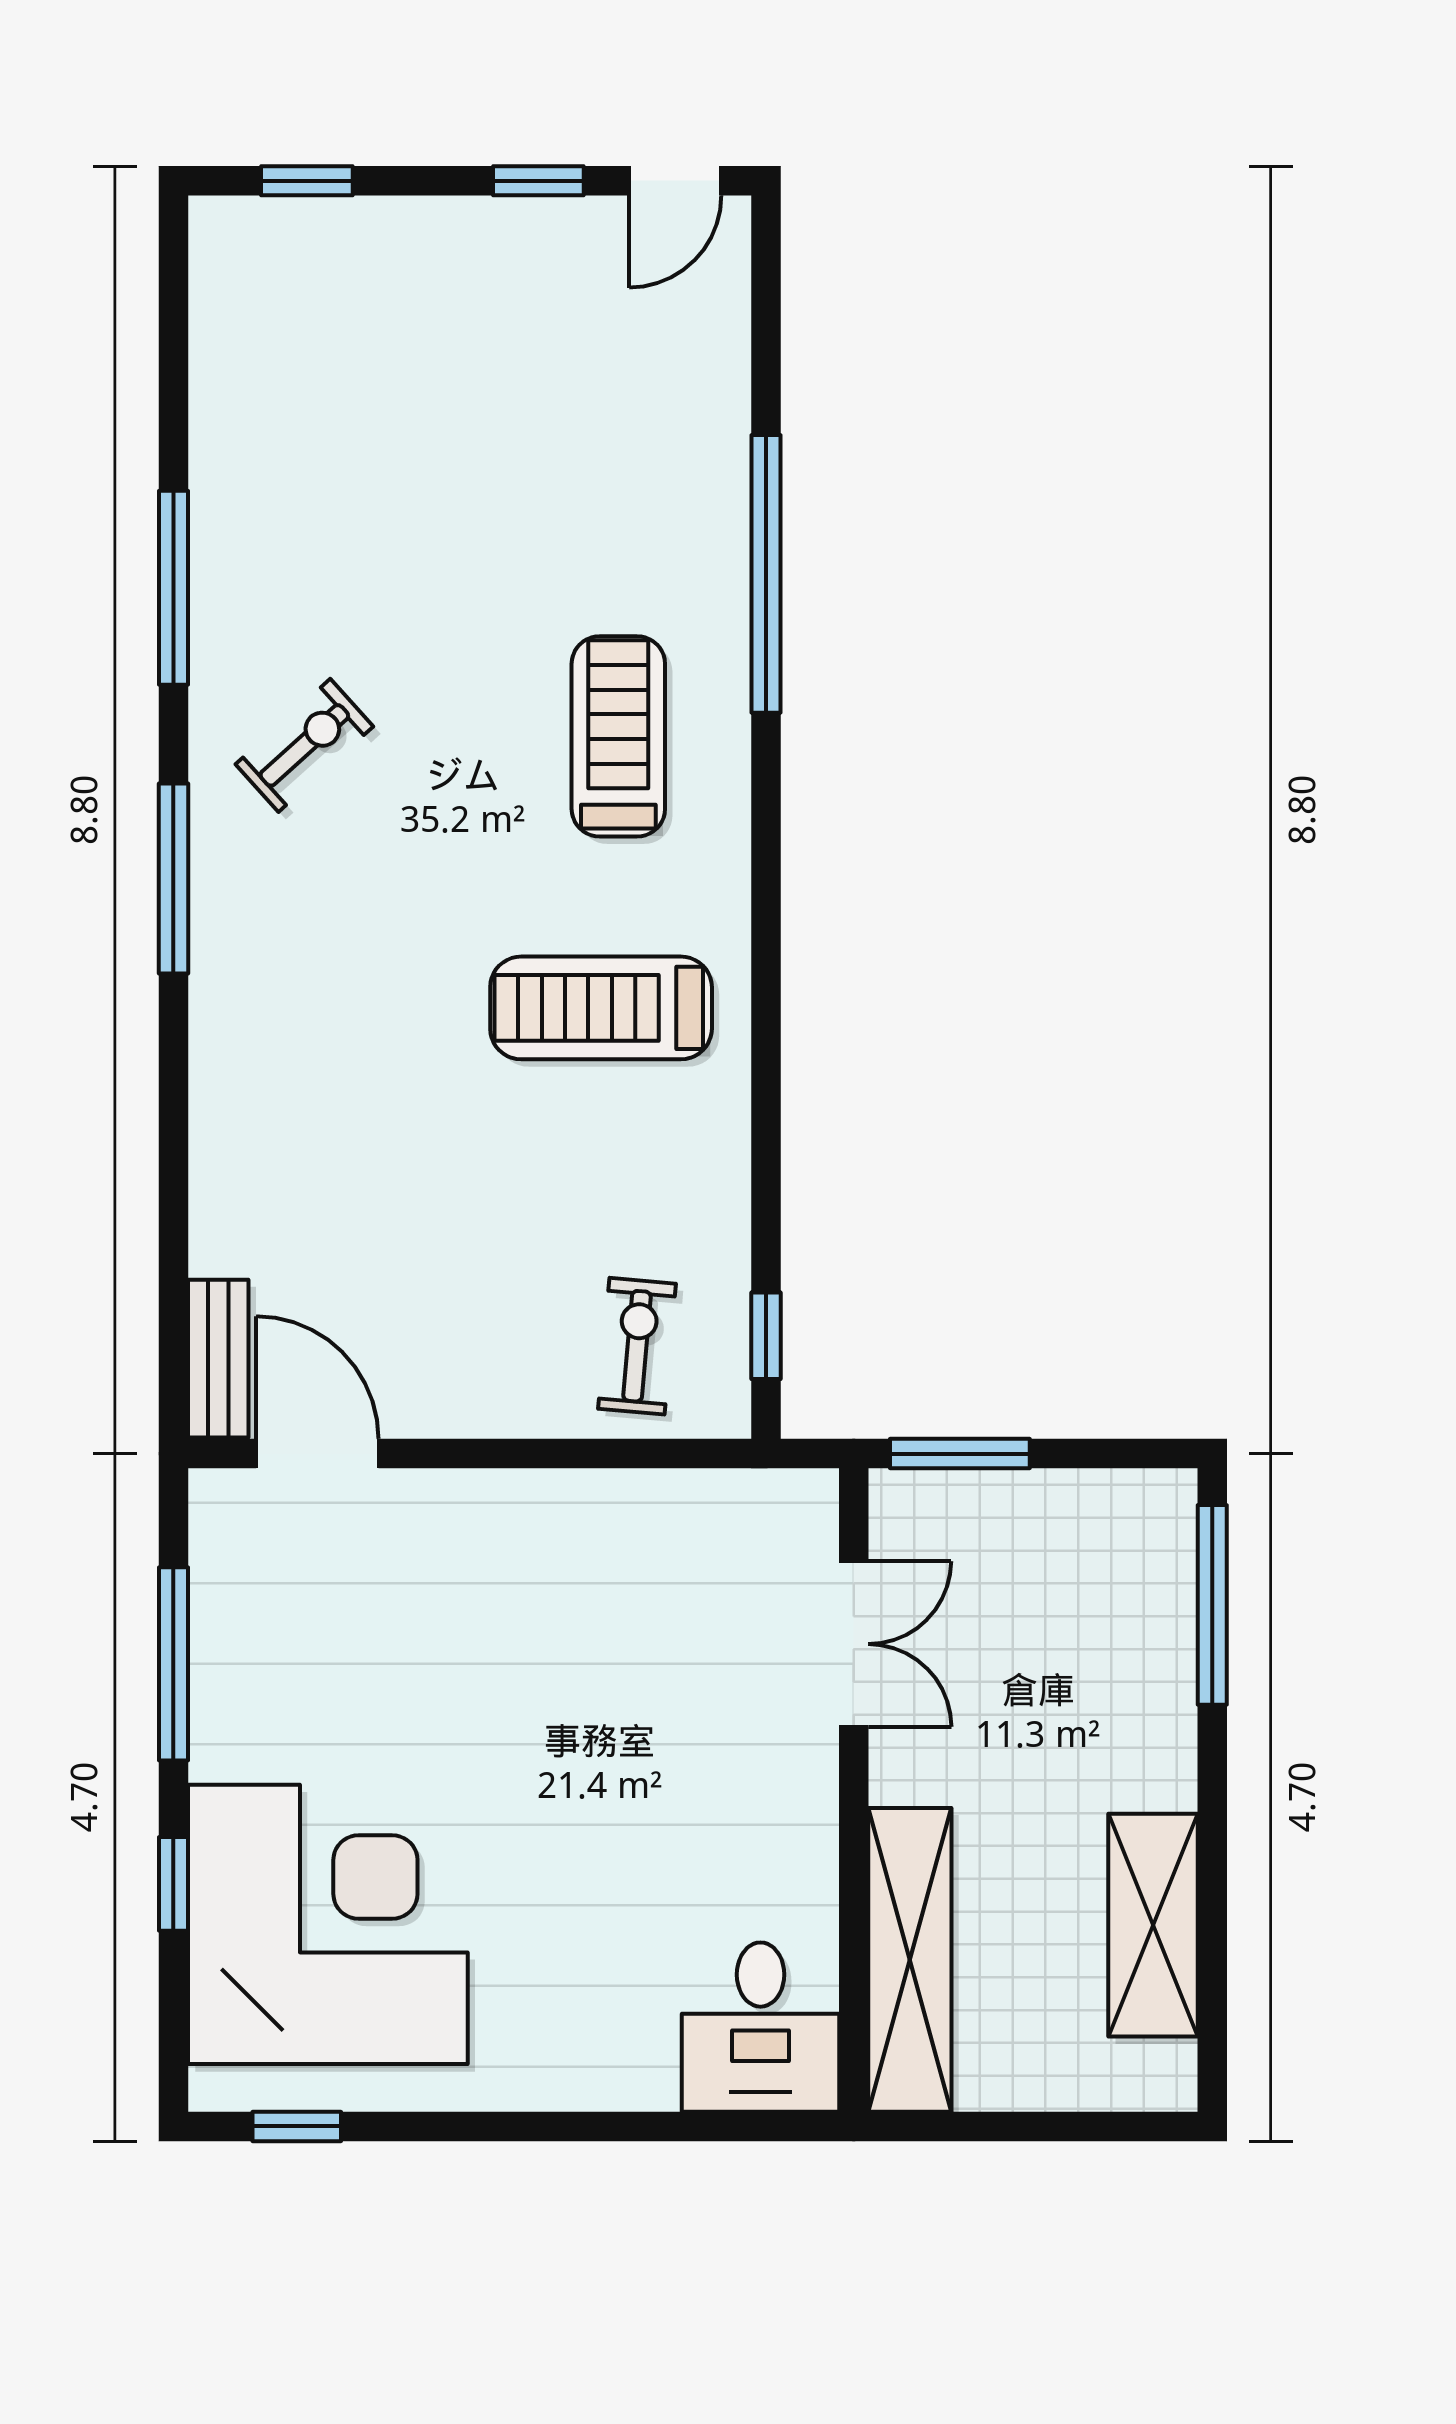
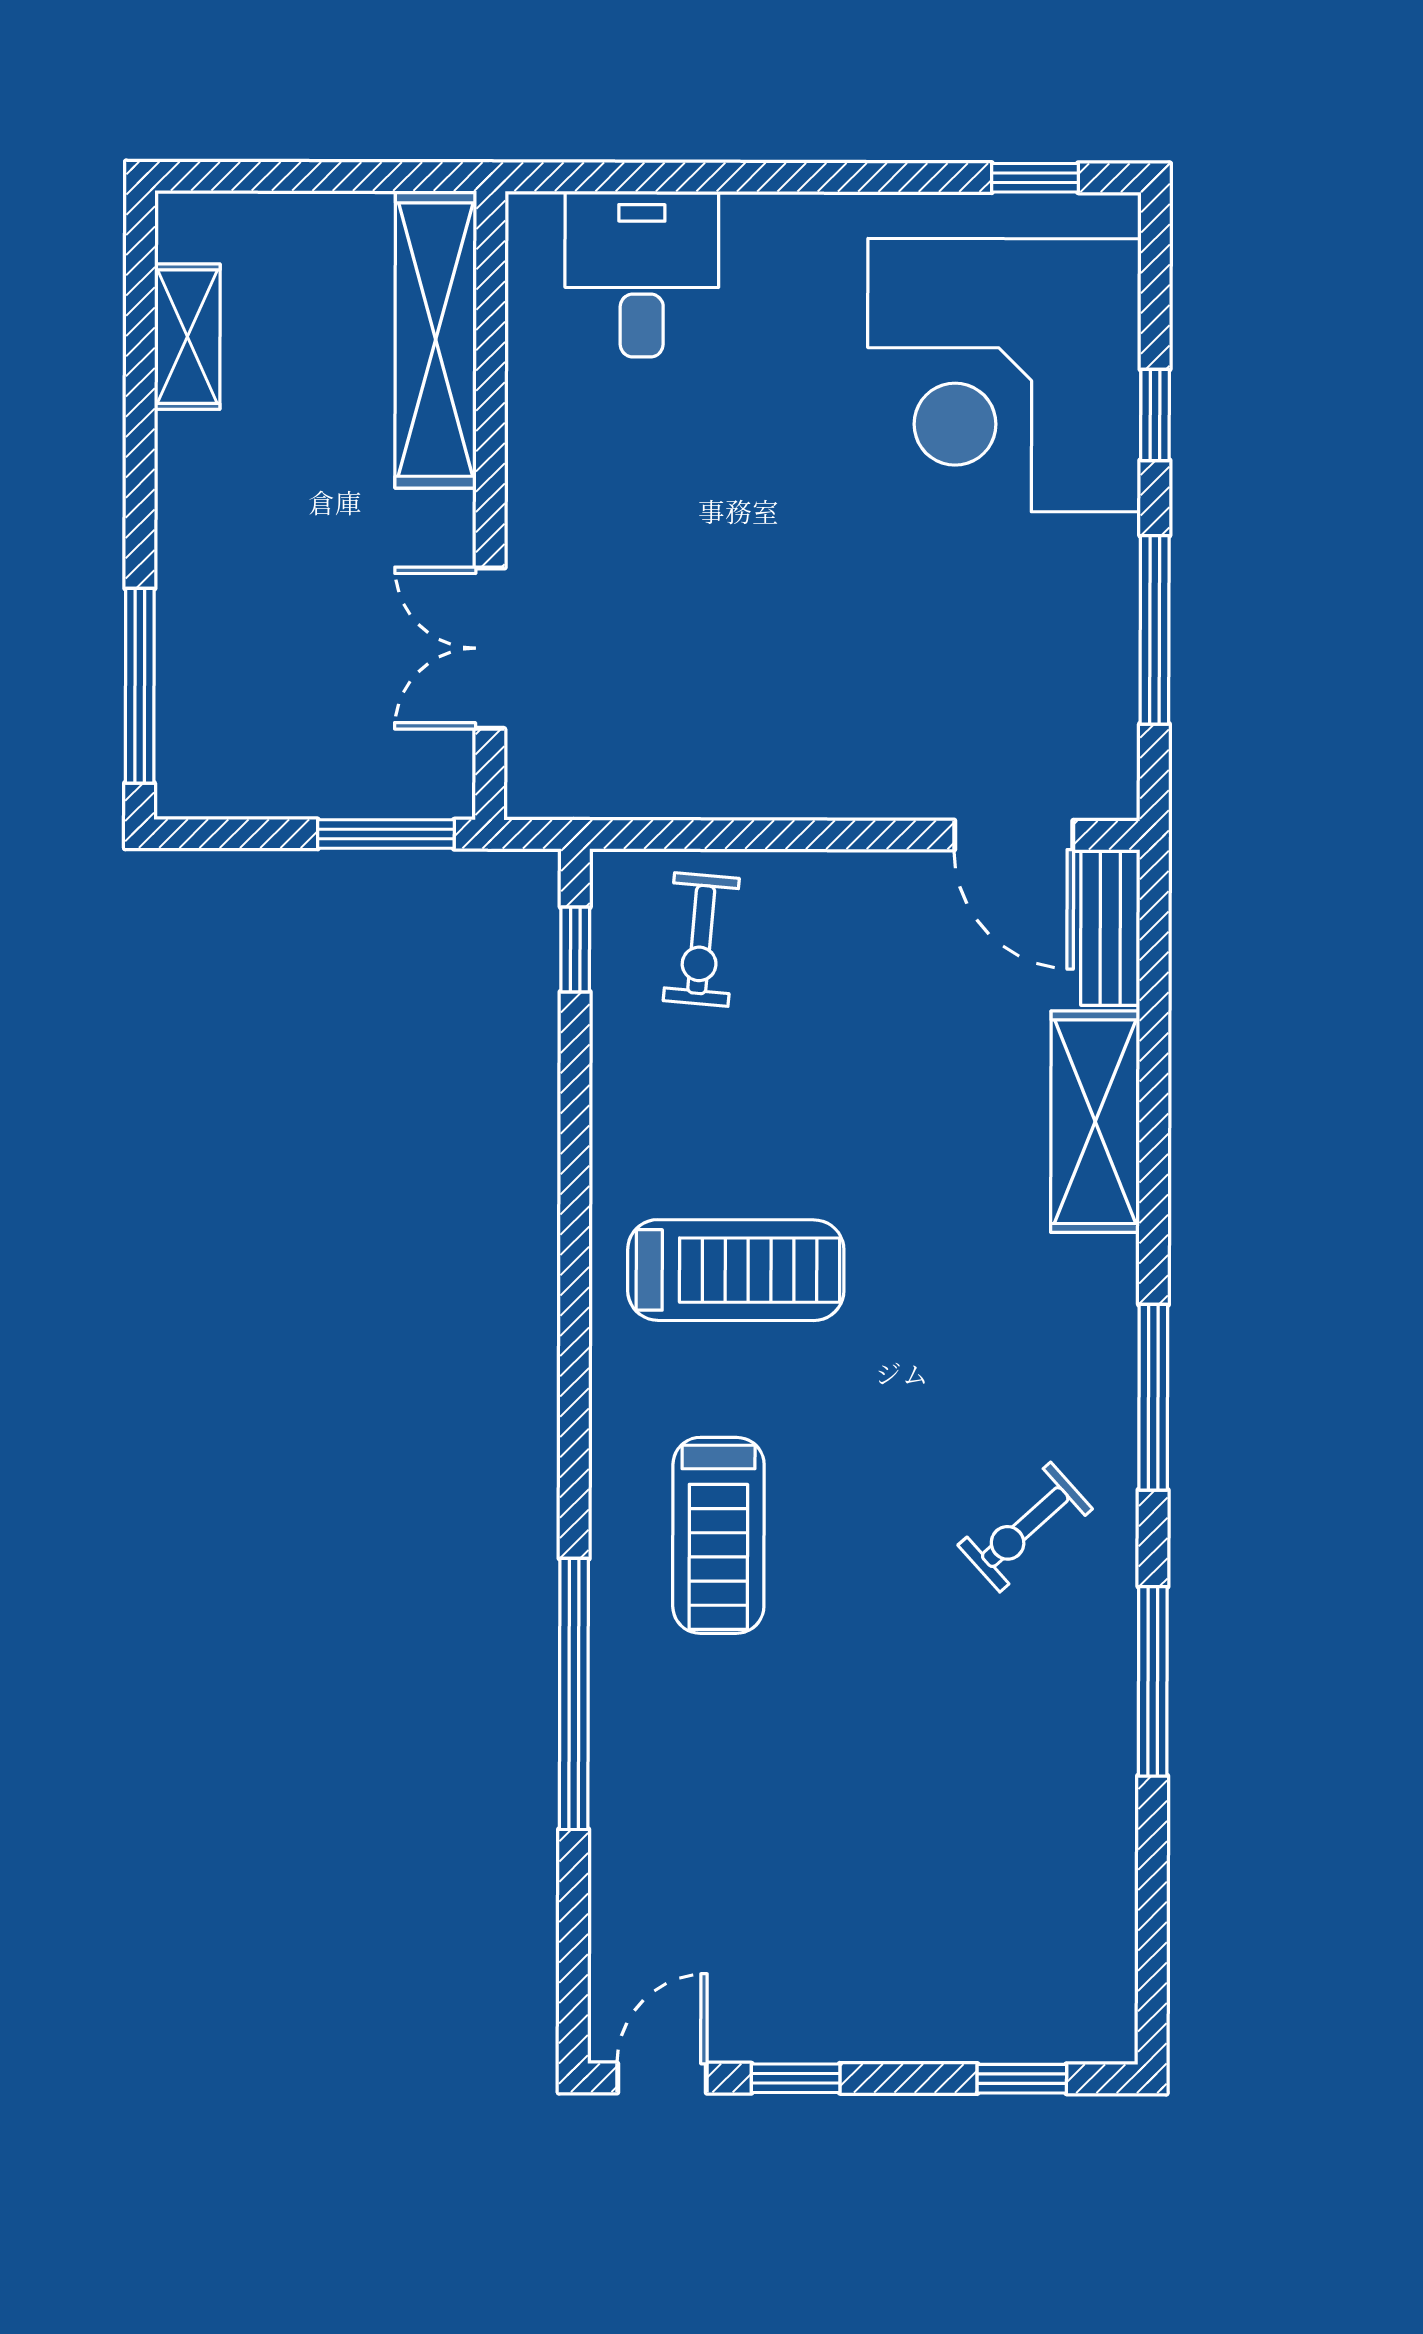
shelving: (233, 1160) -> (1095, 1122), added
shelving: (1153, 1925) -> (187, 337), width x0.67, depth x0.75
desk: (761, 2027) -> (642, 274), moved

